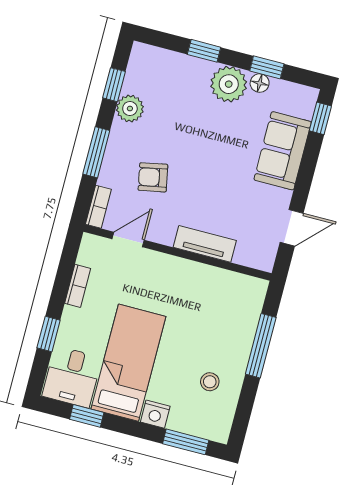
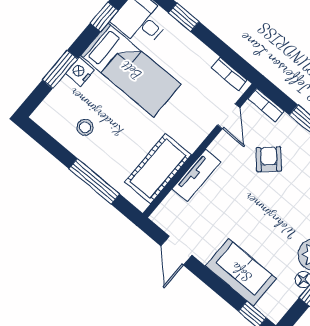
armchair: (153, 177) -> (269, 159), turned -31
bookcase: (78, 286) -> (229, 74), moved
cot: (216, 287) -> (158, 169), added
window: (186, 442) -> (60, 69), moved

